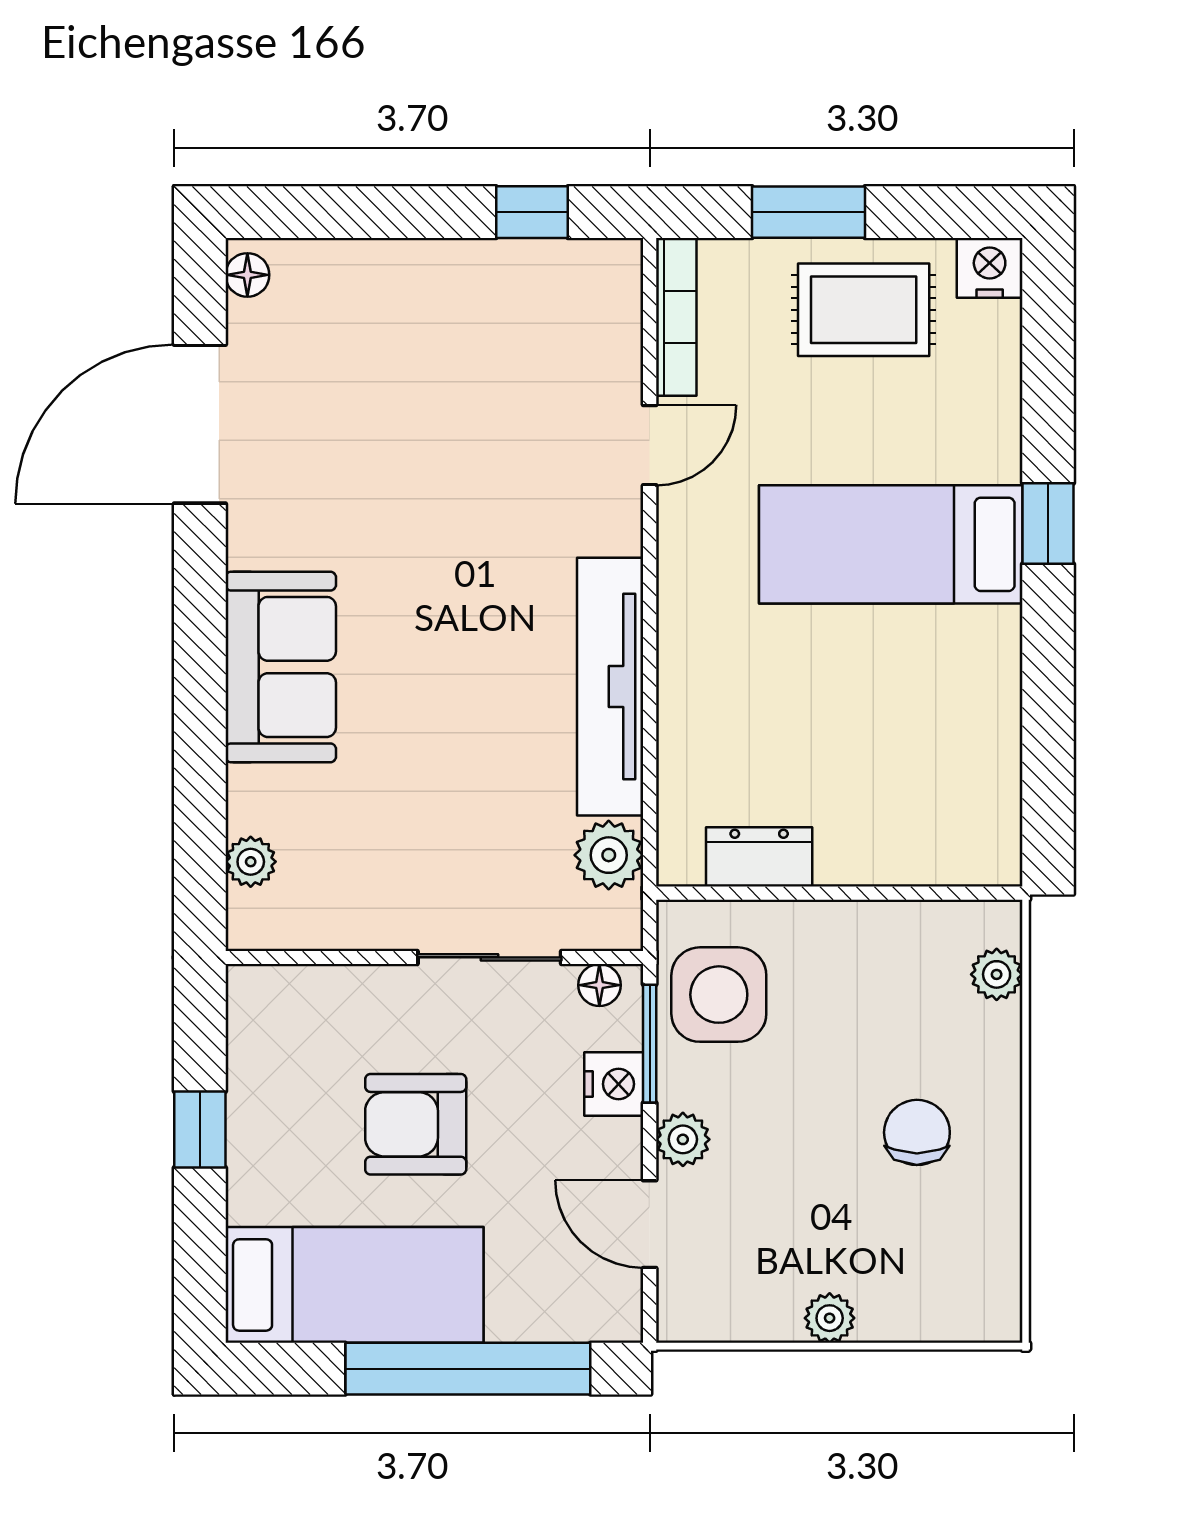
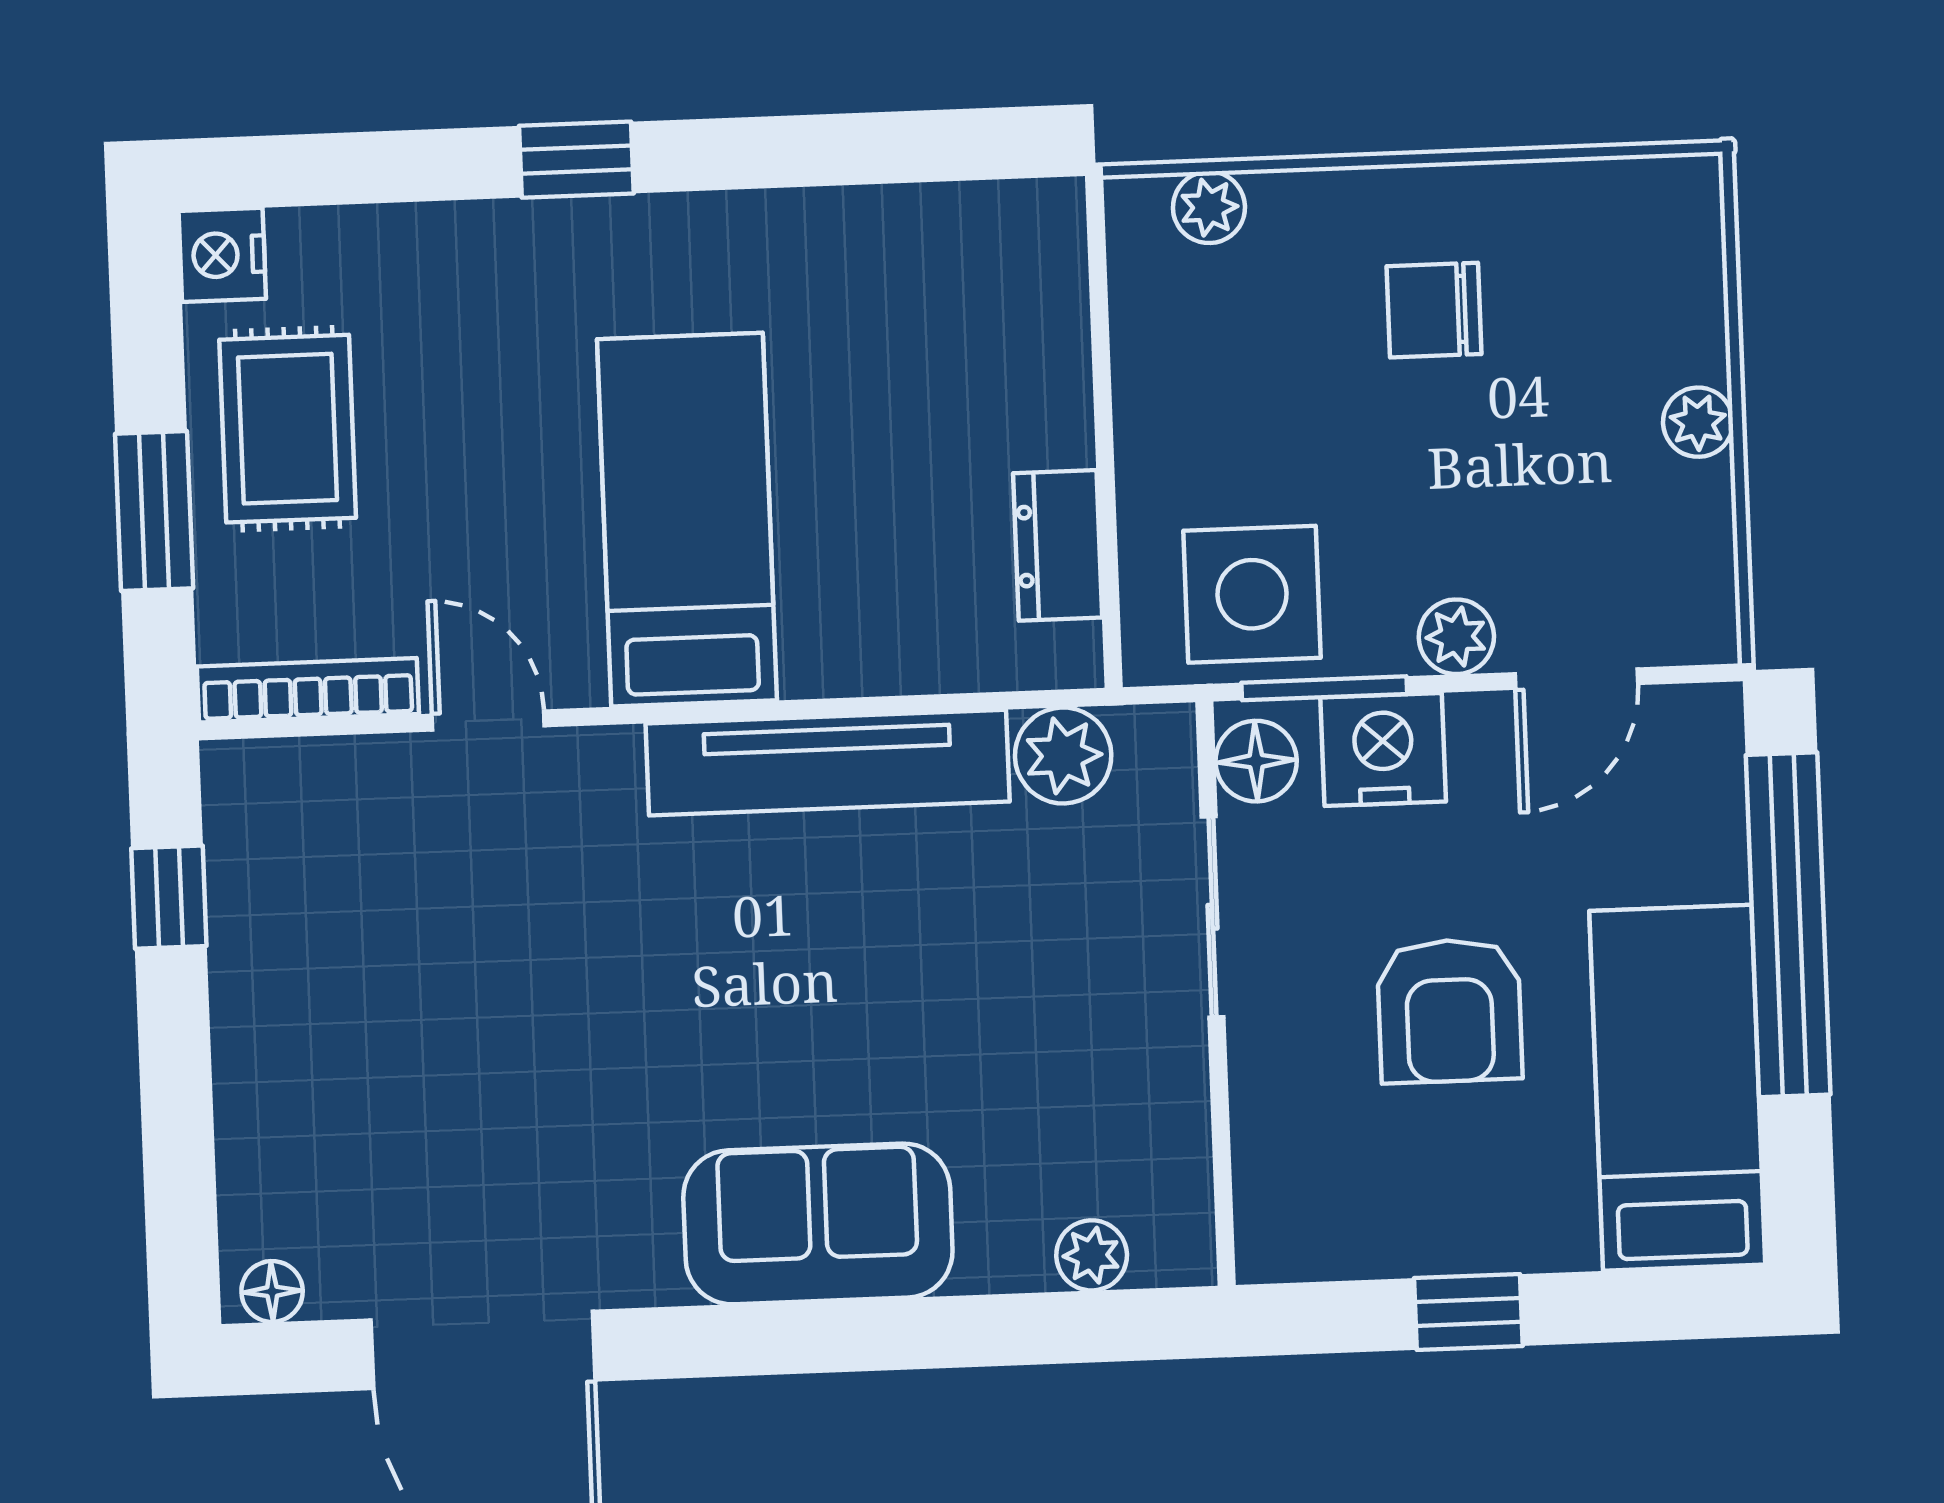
bed: (891, 544) -> (687, 520), moved, turned 180
floor lamp: (599, 985) -> (1256, 761), width x1.37, depth x1.37
nightstand: (614, 1084) -> (1383, 750), width x1.36, depth x1.33

